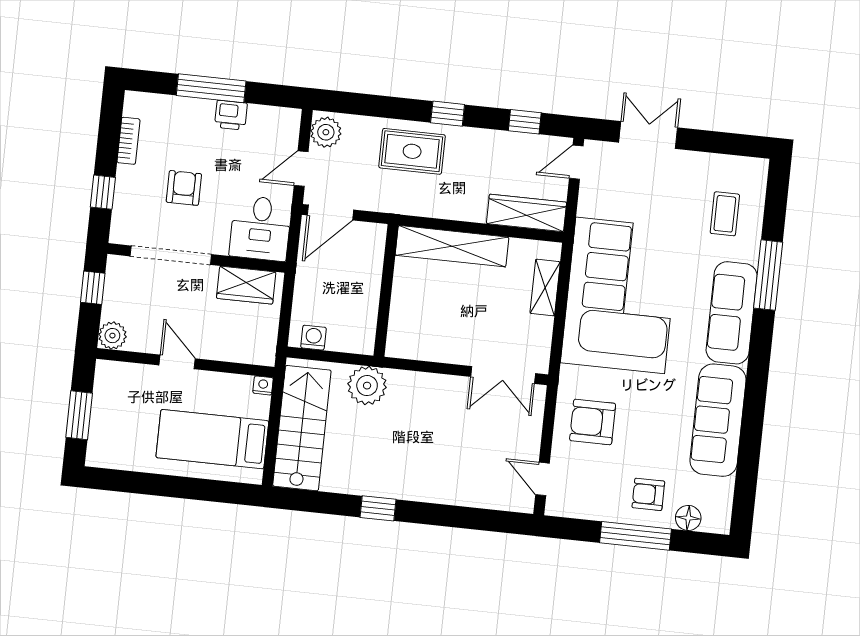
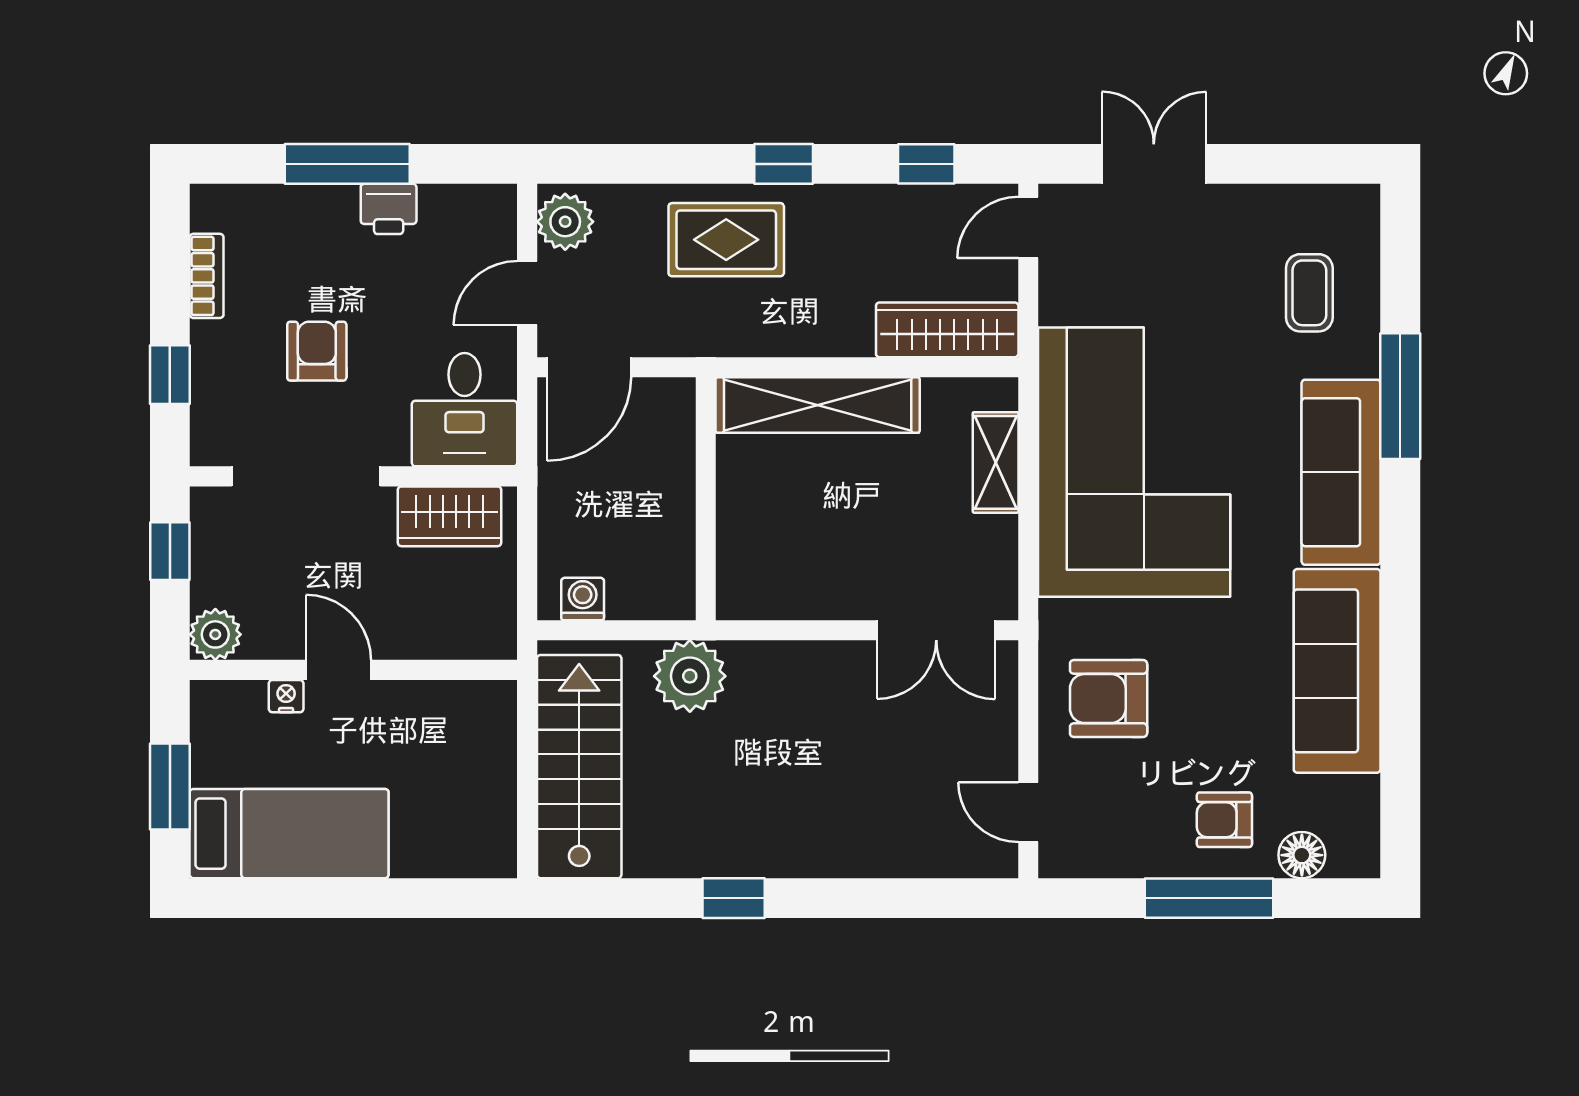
nightstand: (263, 385) -> (286, 696), moved
bed: (212, 439) -> (289, 834), moved, turned 180

